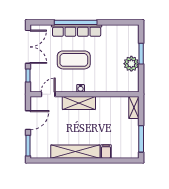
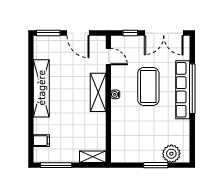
plant: (131, 64) -> (171, 154), moved
filing cabinet: (106, 152) -> (41, 141), moved

